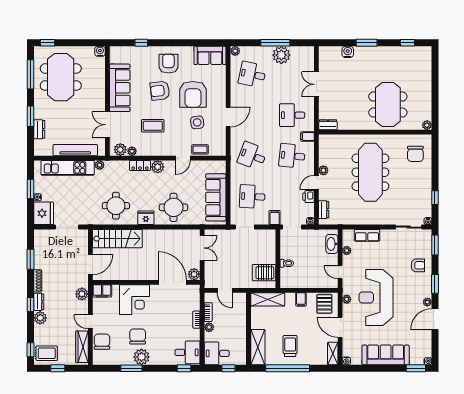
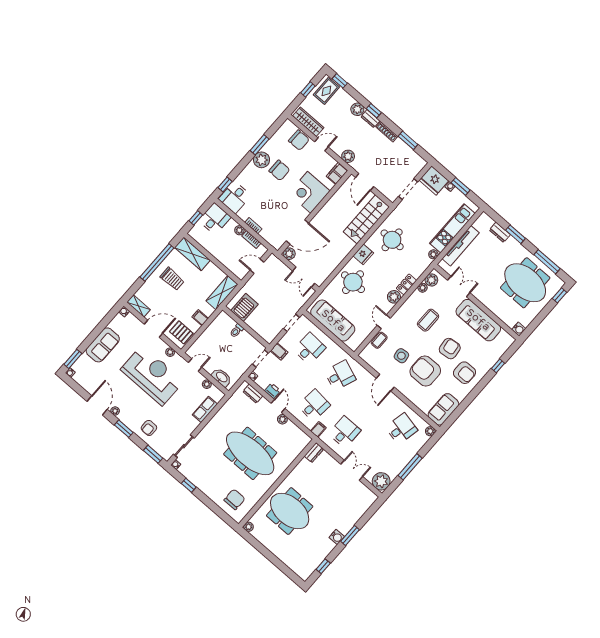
water cooler: (348, 52) -> (337, 537), moved
plant: (281, 55) -> (381, 481), moved
chair: (415, 154) -> (234, 499), turned 90
sofa: (386, 355) -> (103, 345), width x0.73

